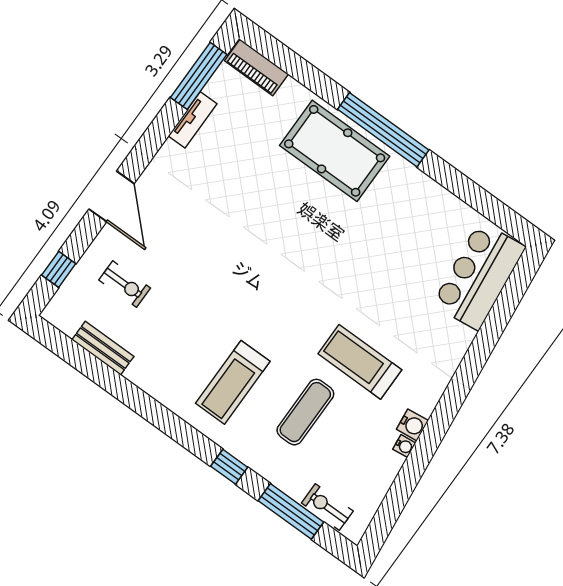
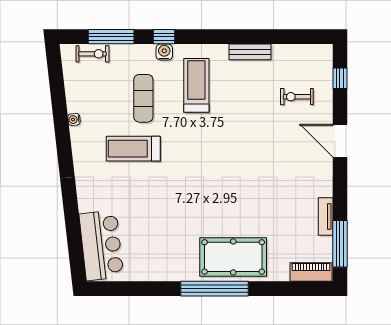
bench: (103, 348) -> (250, 52), moved
treadmill: (360, 362) -> (133, 149), turned 180
water cooler: (412, 425) -> (164, 52), moved, turned 96

